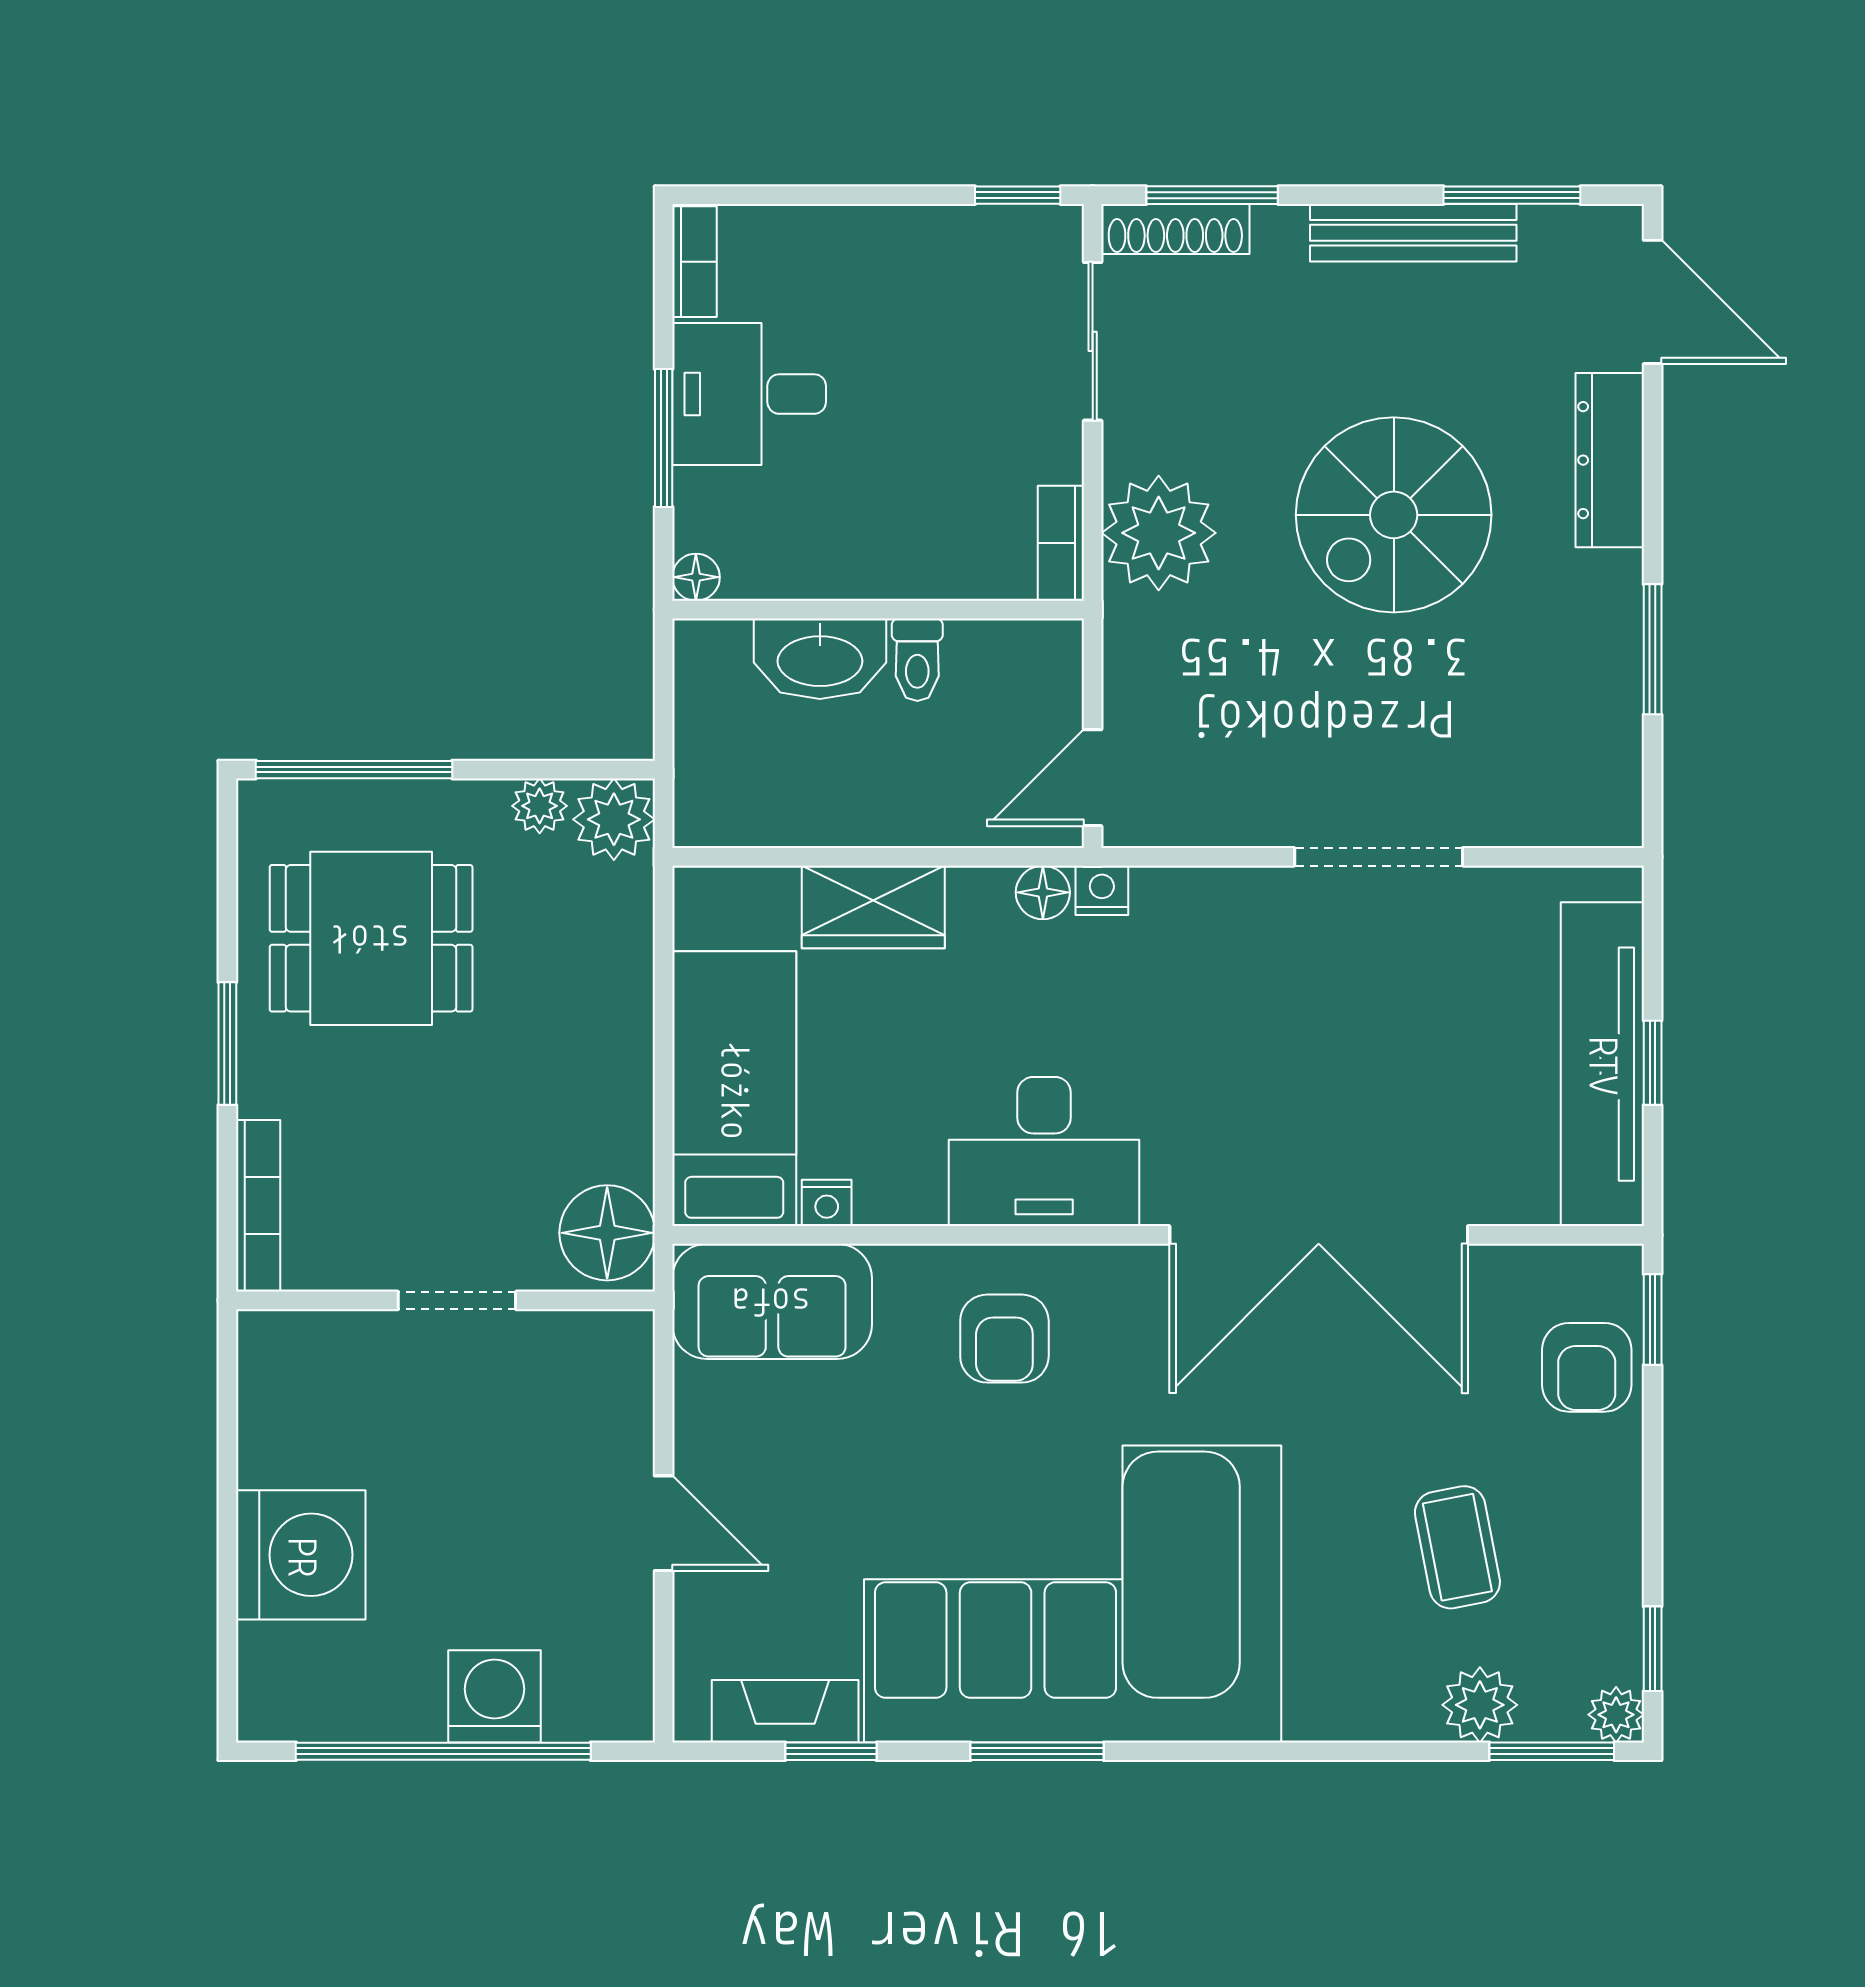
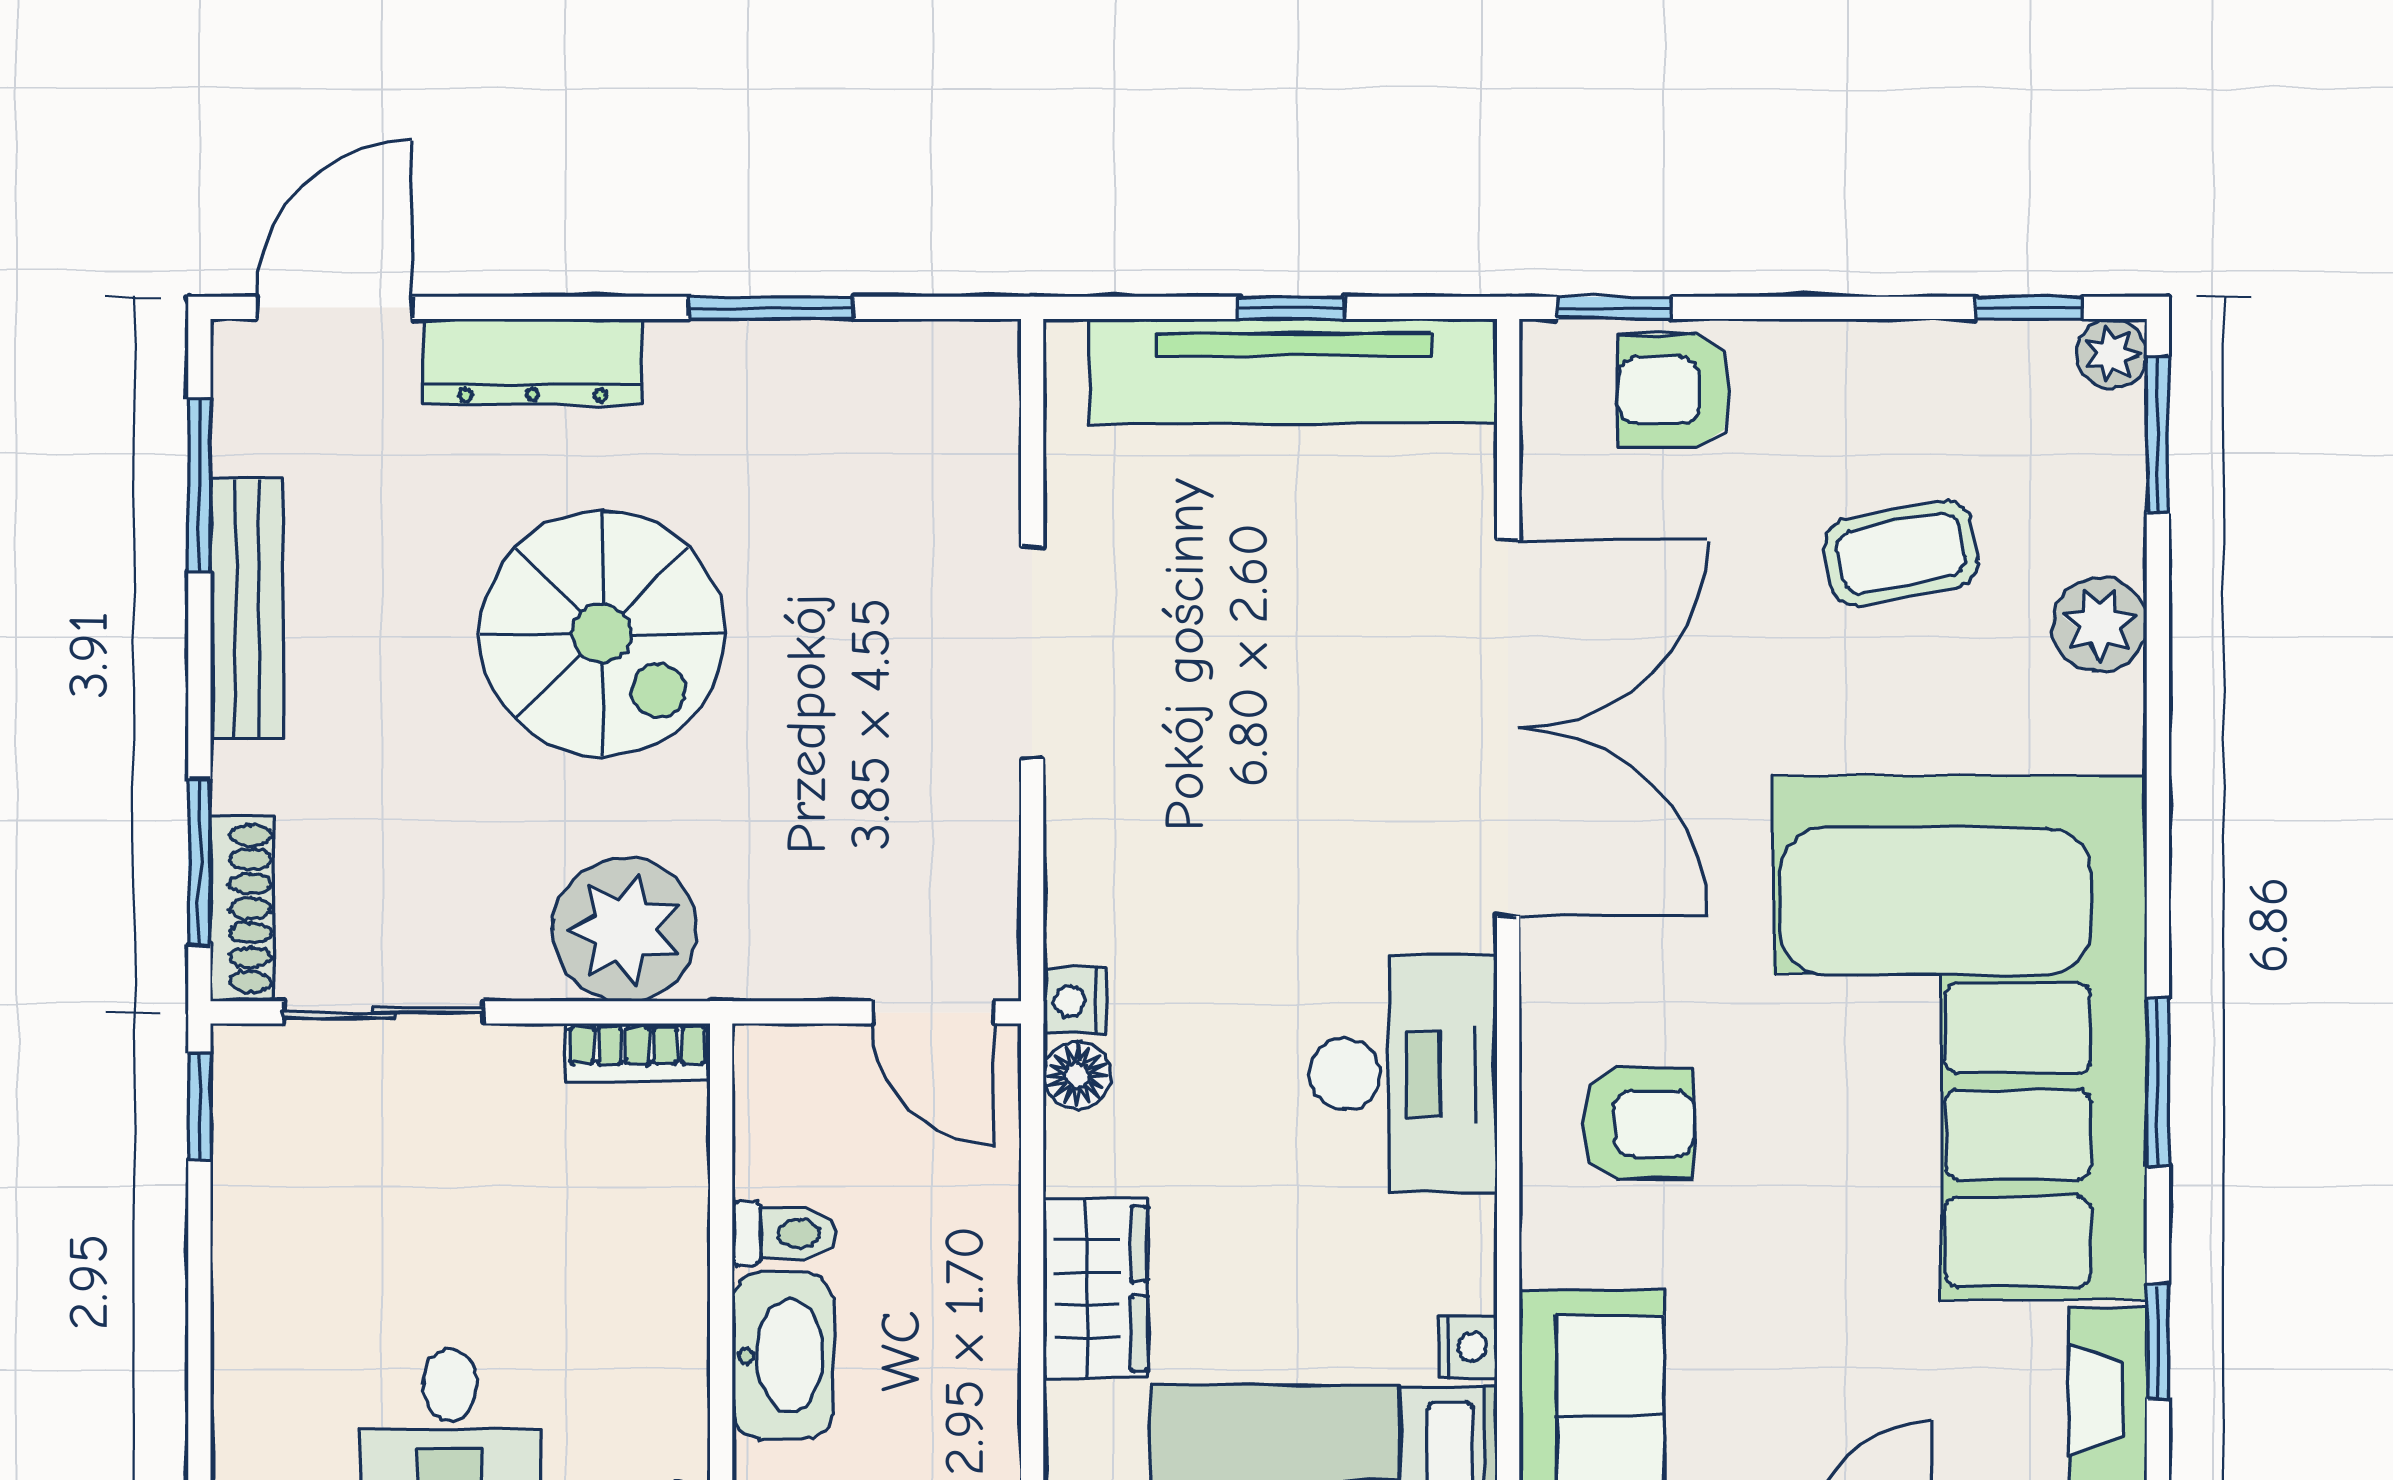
armchair: (1587, 1367) -> (1675, 391), turned 180
plant: (1480, 1705) -> (2099, 624), moved

